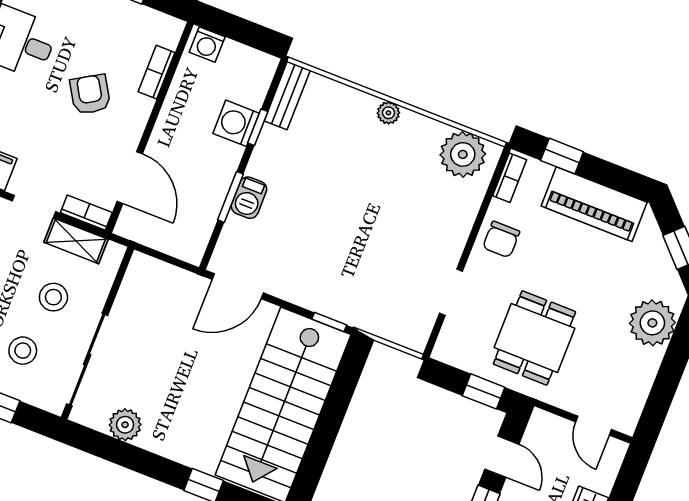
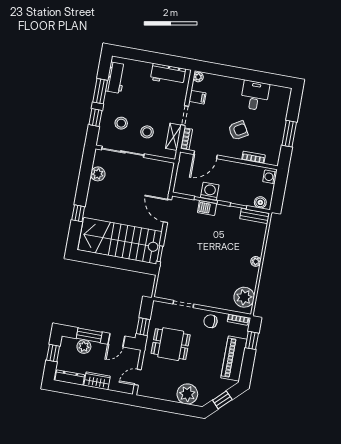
boiler: (260, 77) -> (260, 202), added
washing machine: (236, 123) -> (210, 191), moved

